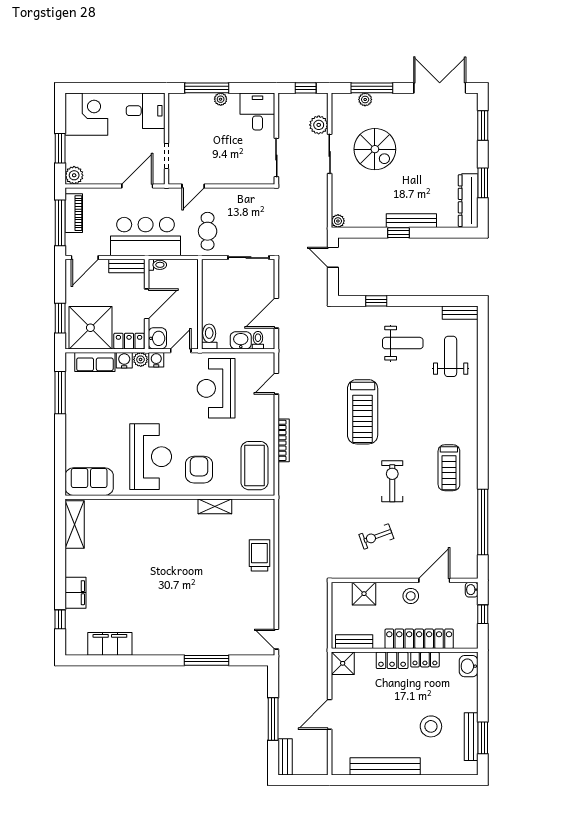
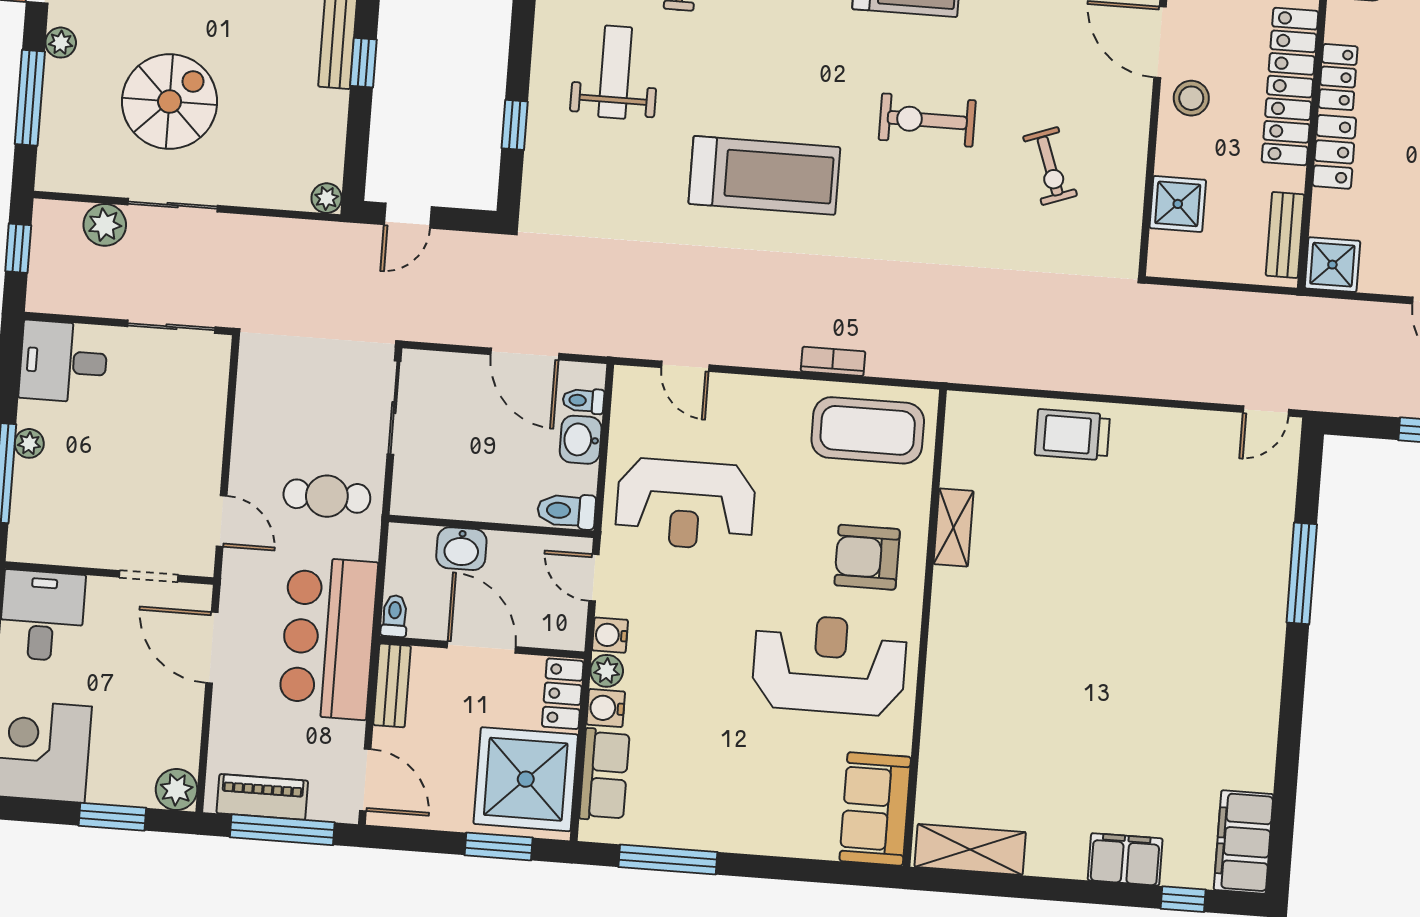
plant: (365, 99) -> (61, 43), moved
washbasin: (157, 338) -> (461, 549), moved, turned 180
bookcase: (284, 440) -> (833, 361), width x0.64
filing cabinet: (110, 644) -> (1244, 842), moved

